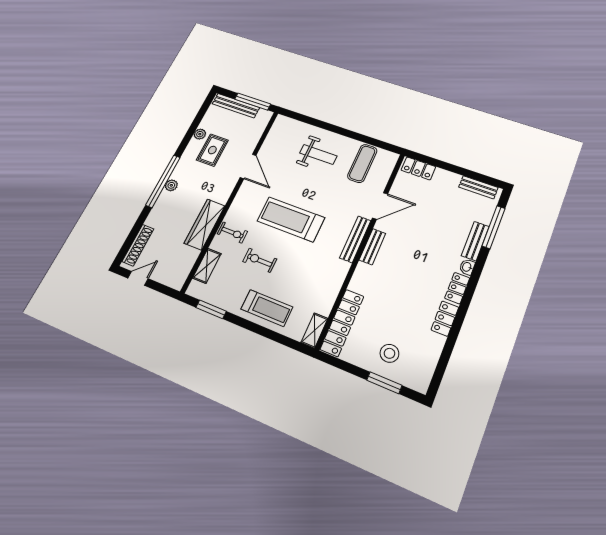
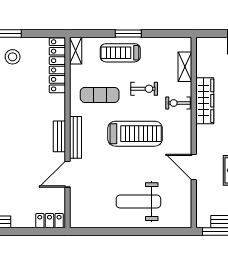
weight bench: (318, 154) -> (138, 202), width x1.36, depth x1.33
exercise mat: (362, 163) -> (100, 95), moved, turned 90
window: (211, 309) -> (128, 34), moved

